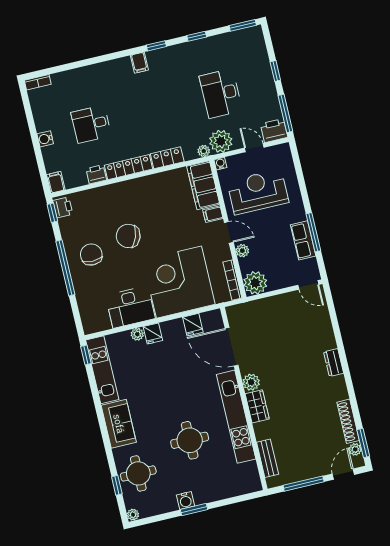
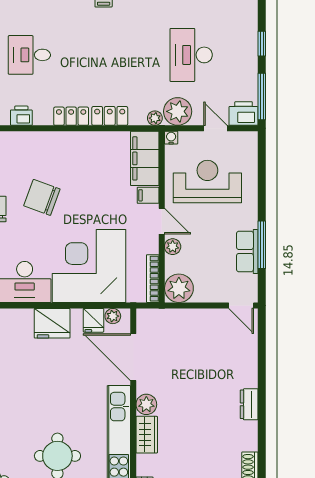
locker: (129, 167) -> (71, 116), width x0.66
fridge: (153, 333) -> (52, 323), width x1.88, depth x1.34
plant: (137, 334) -> (113, 316), moved

